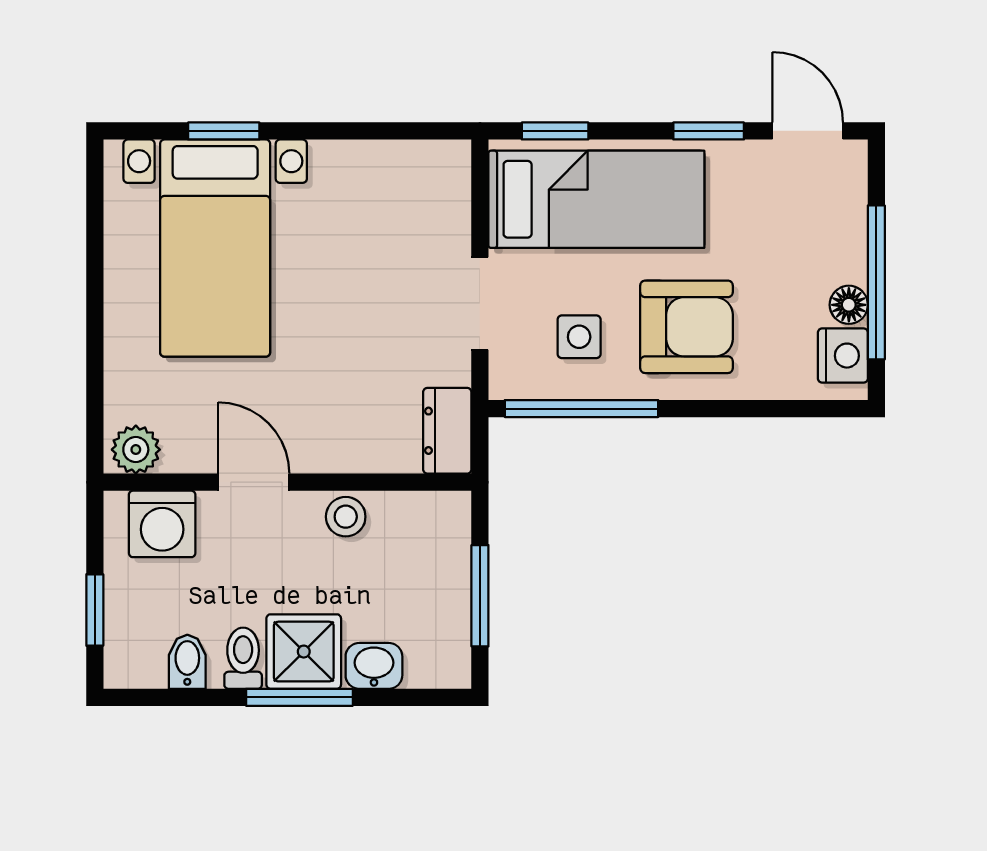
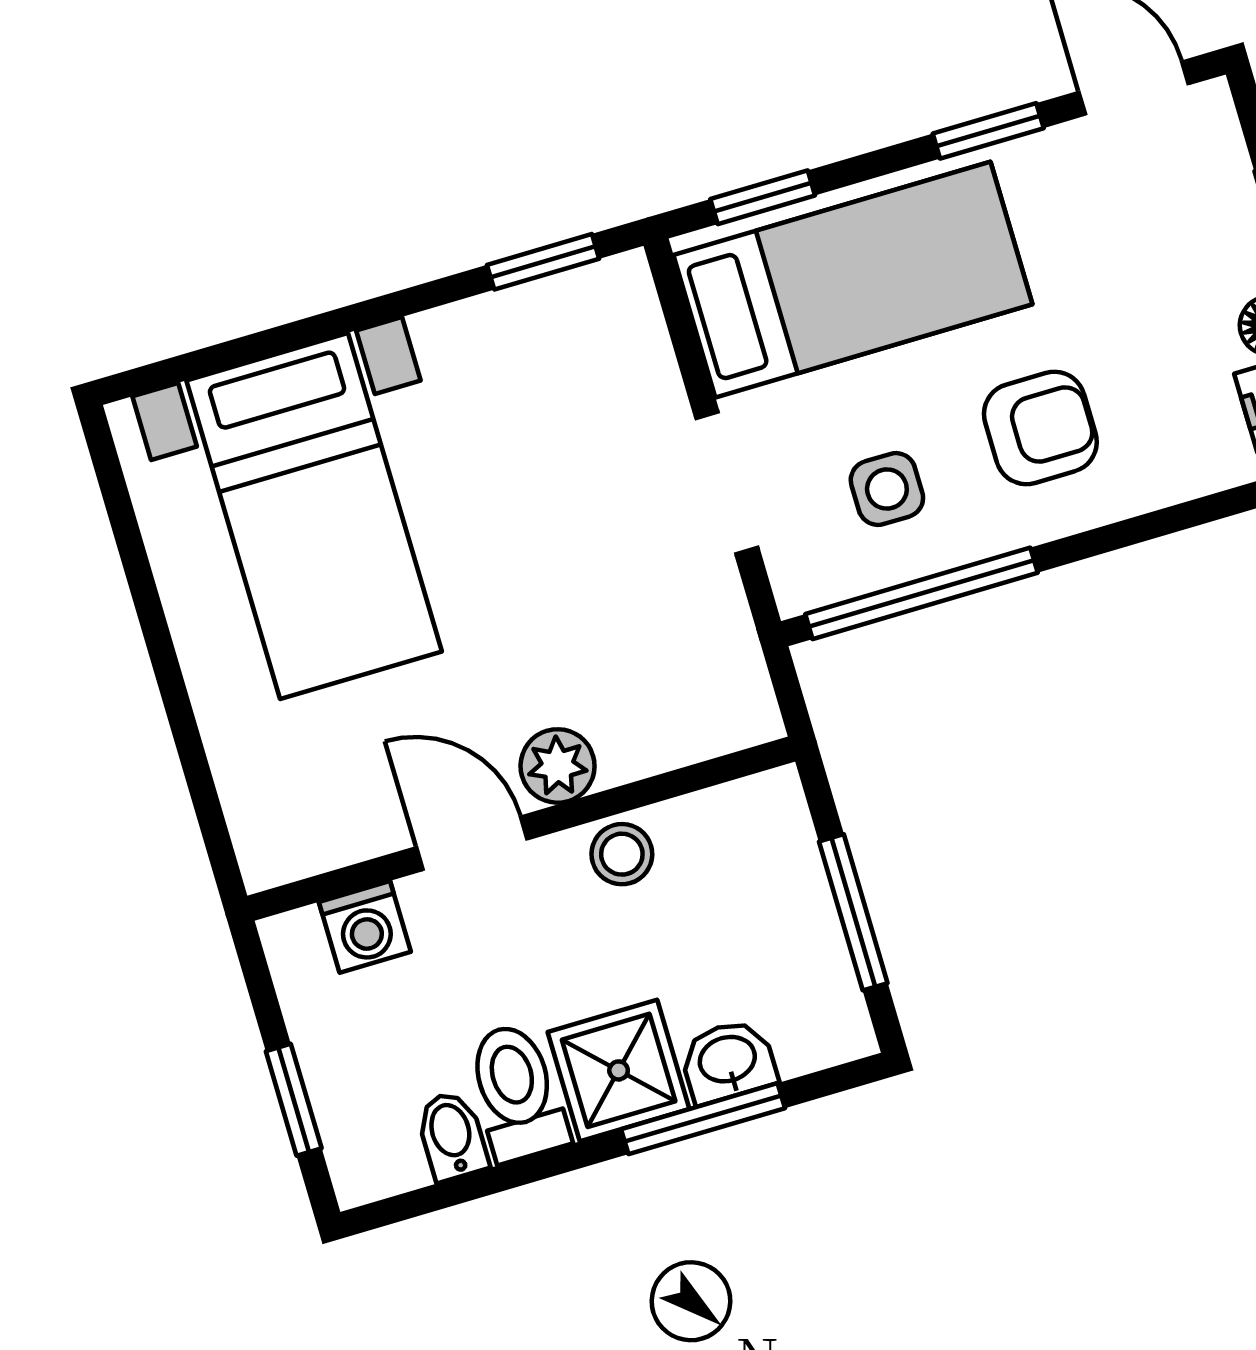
window: (224, 131) -> (543, 262), moved
armchair: (686, 327) -> (1040, 428), width x0.72, depth x0.72
dresser: (447, 431) -> (734, 684), removed
plant: (136, 450) -> (558, 766), moved
washing machine: (162, 524) -> (365, 927), width x0.73, depth x0.73
toilet: (243, 658) -> (517, 1092), width x1.37, depth x1.39
window: (299, 697) -> (703, 1119), moved

